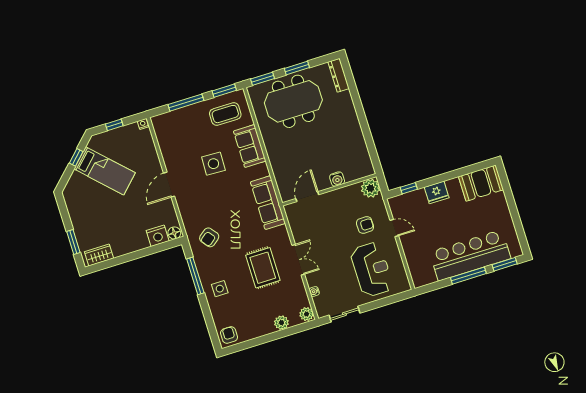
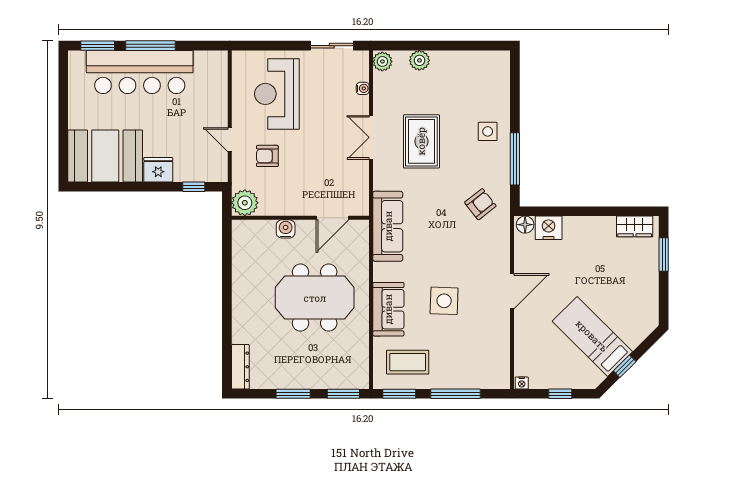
meeting table: (293, 101) -> (315, 298), moved
booth: (481, 183) -> (105, 156), width x1.36, depth x1.42
armchair: (229, 335) -> (495, 66), removed

